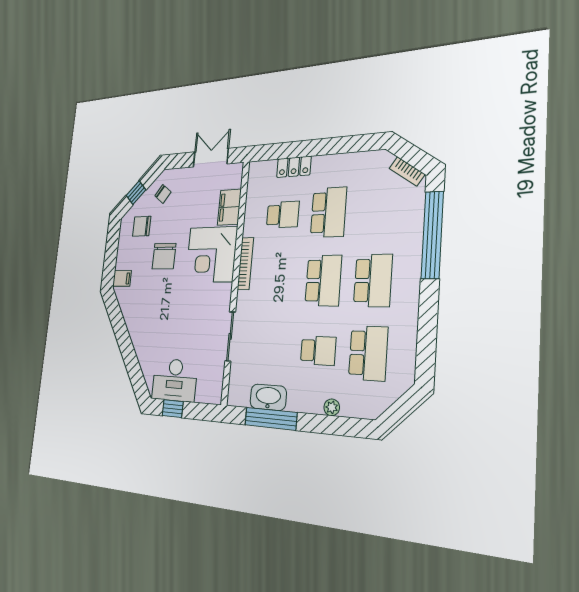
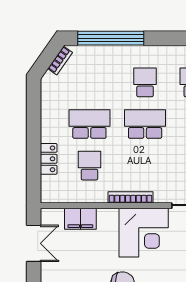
double door: (211, 158) -> (34, 243), swing flipped
corner desk: (211, 254) -> (144, 233), moved
school desk: (373, 280) -> (145, 82), width x0.54

